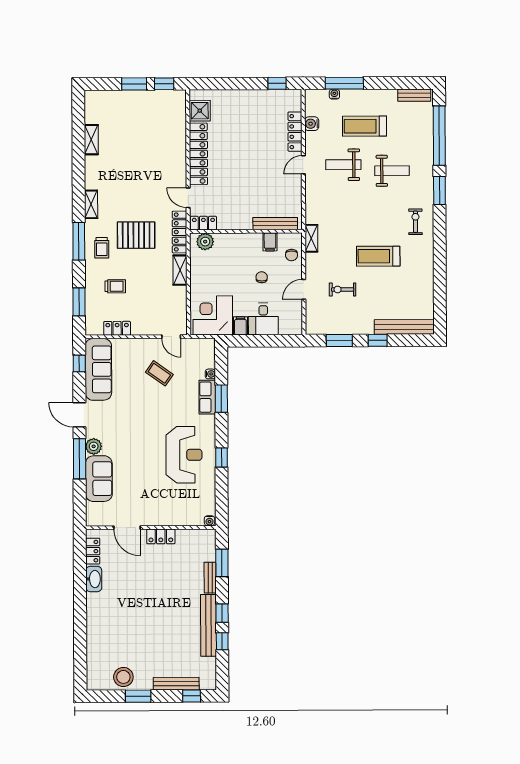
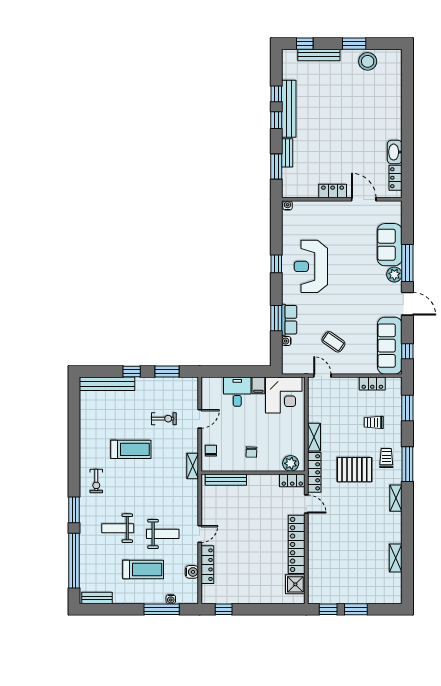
filing cabinet: (270, 242) -> (231, 463), removed
chair: (262, 277) -> (251, 452), moved

